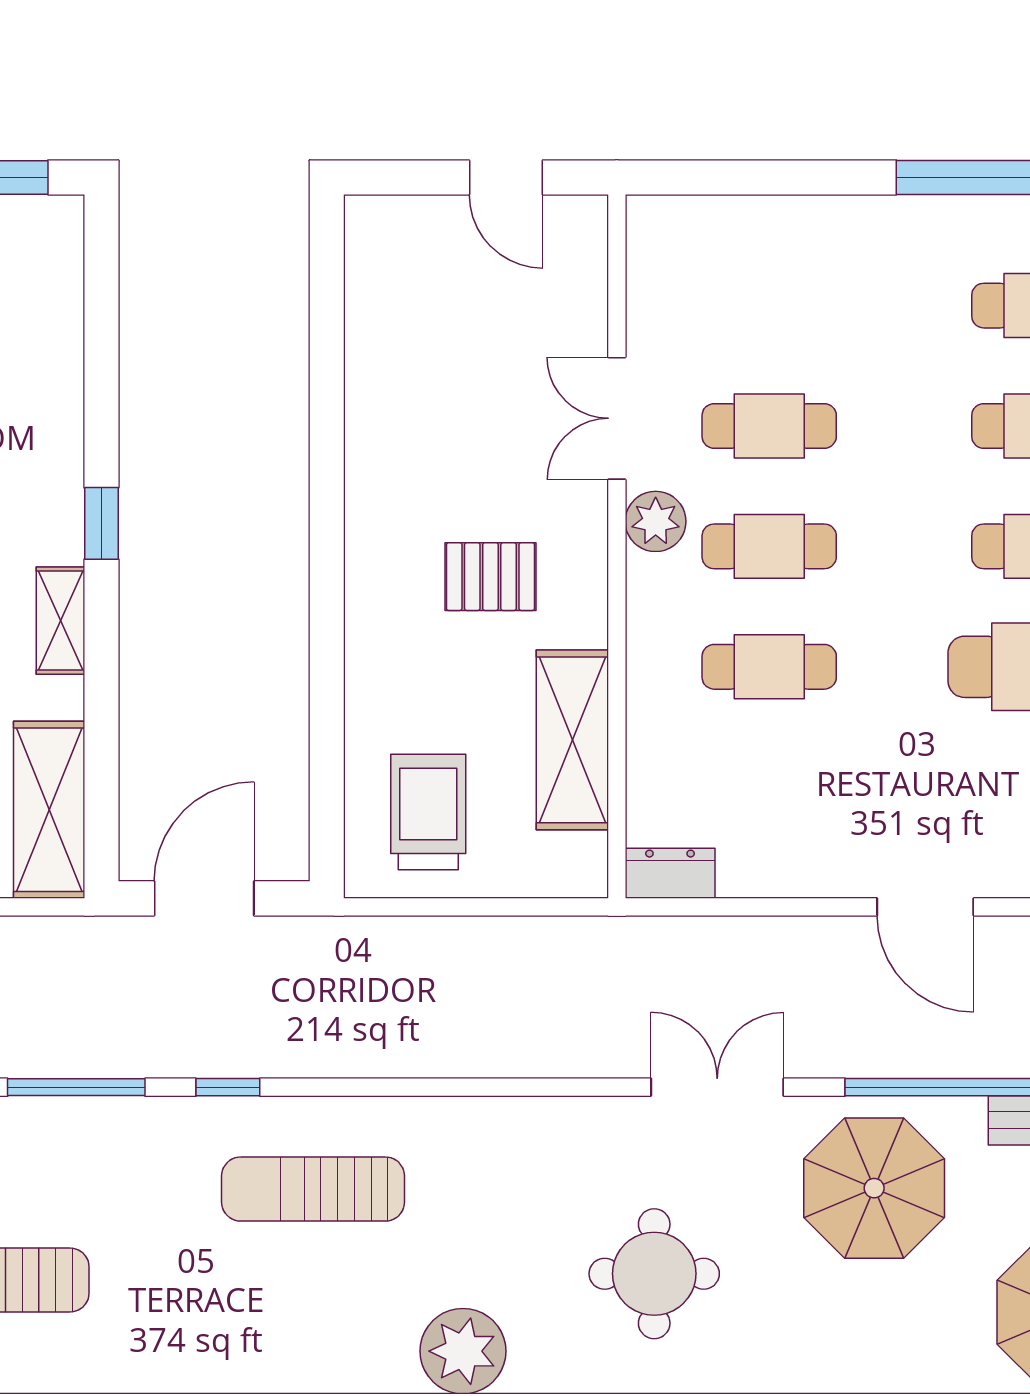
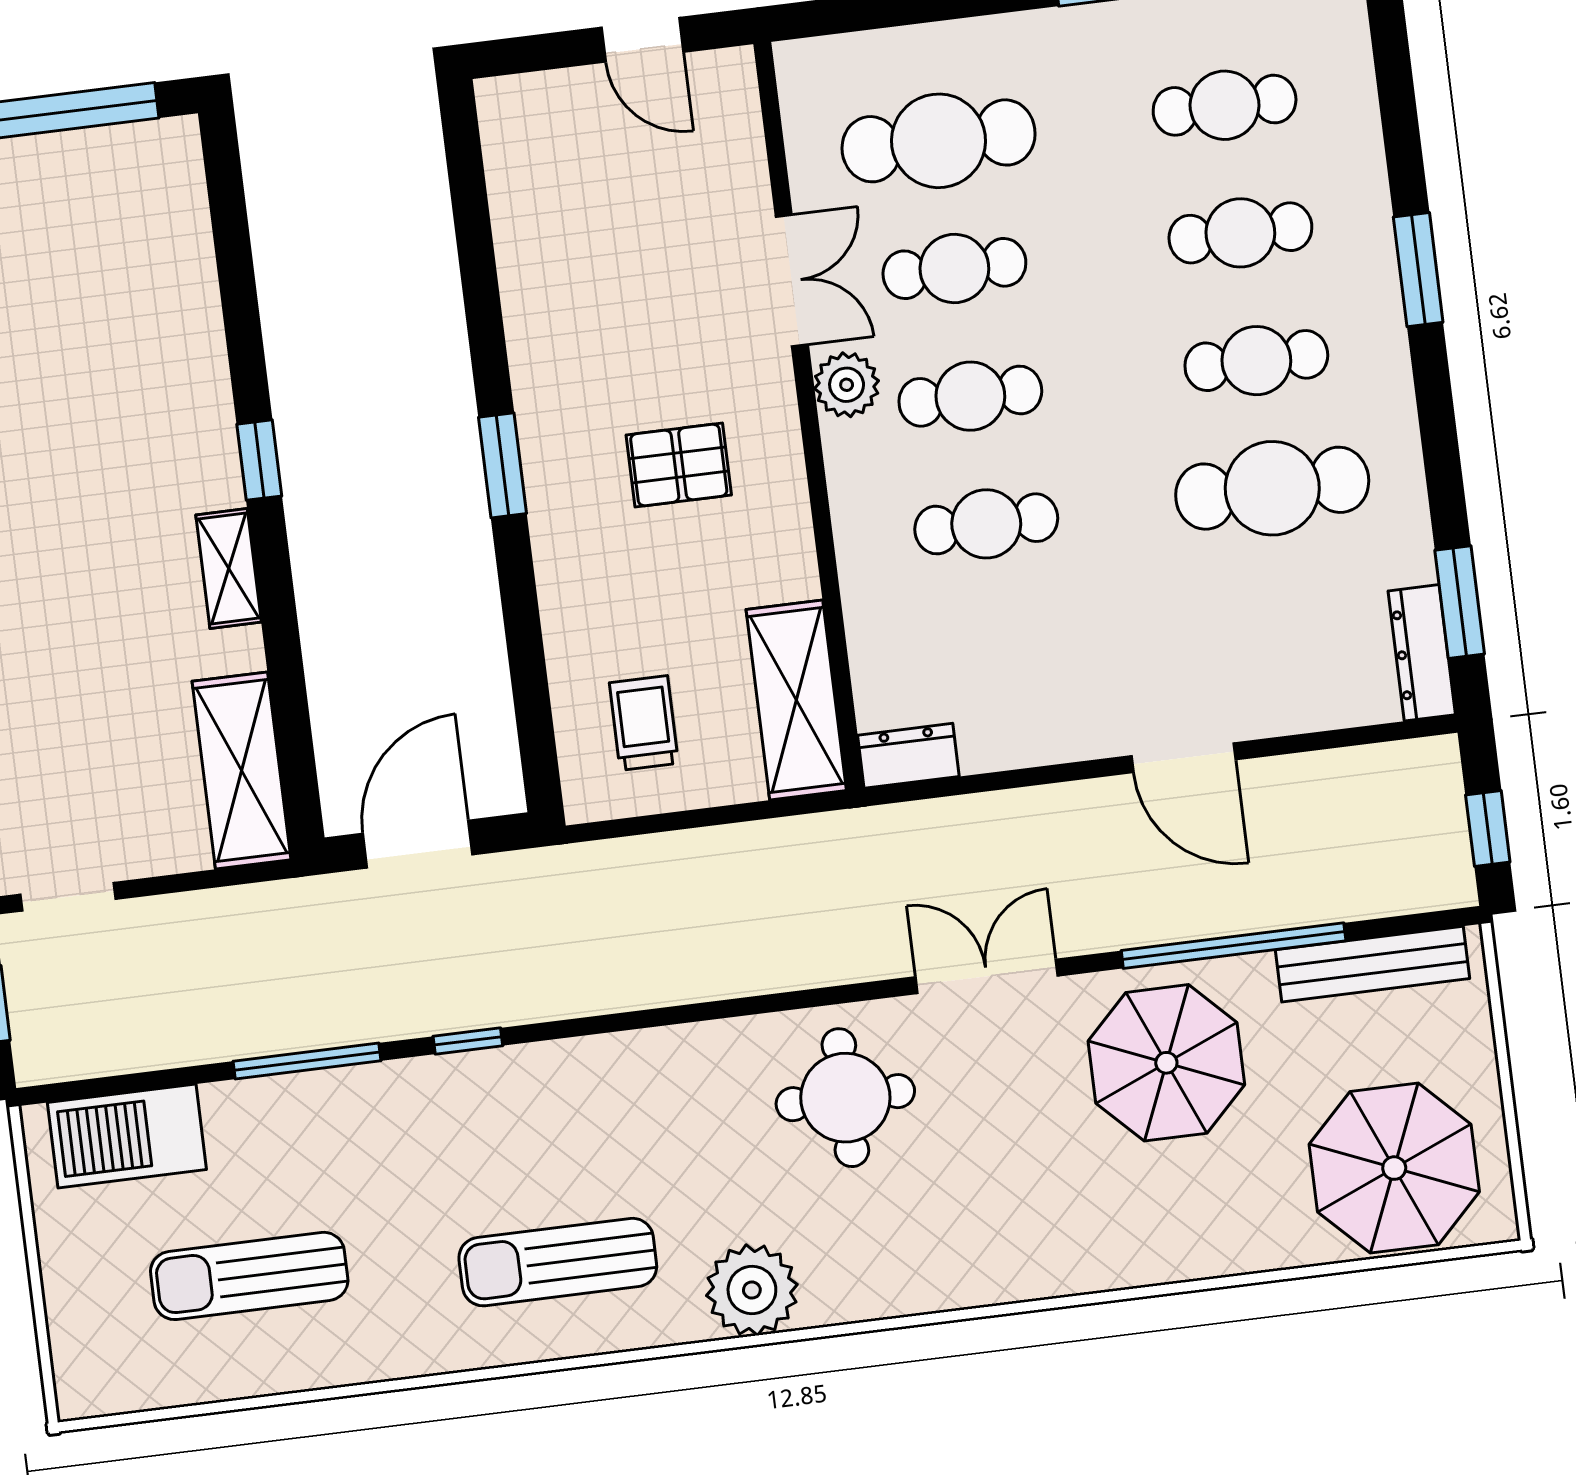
cafe table: (769, 306) -> (939, 141), added
double door: (617, 418) -> (792, 281), swing flipped
window: (327, 557) -> (503, 465), added
shelving: (572, 740) -> (796, 700), moved
trolley: (428, 812) -> (644, 723), width x0.73, depth x0.72
sun lounger: (313, 1189) -> (558, 1262), moved
round table: (654, 1274) -> (845, 1098), moved

